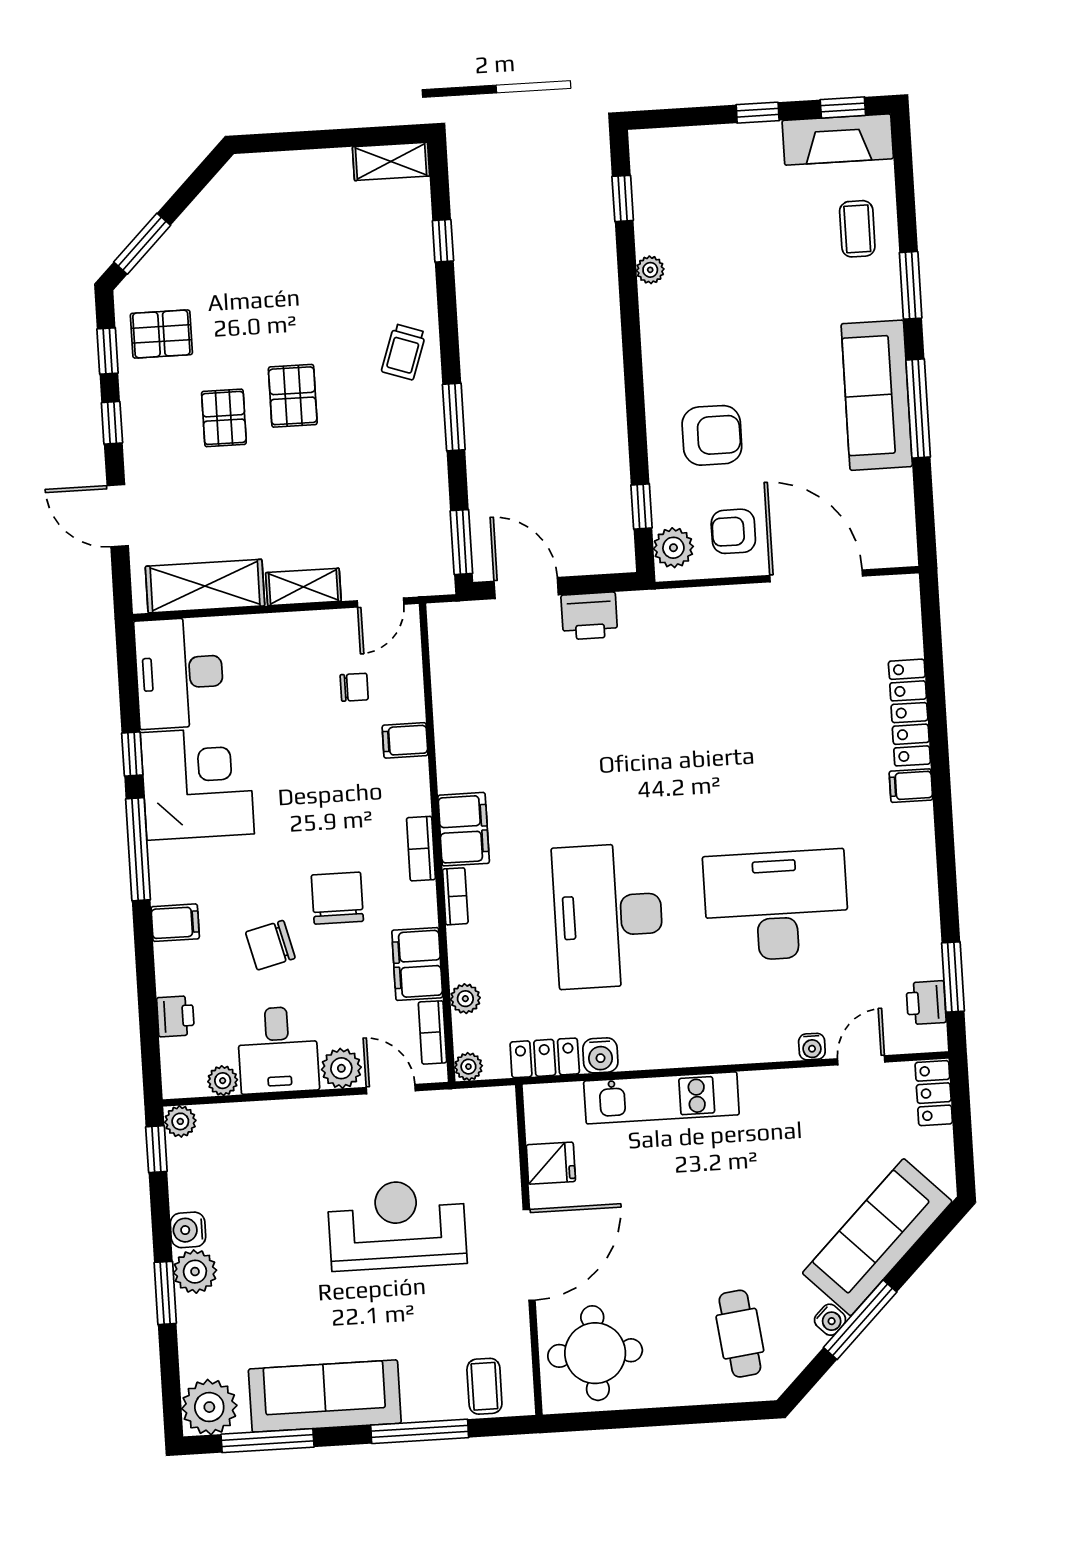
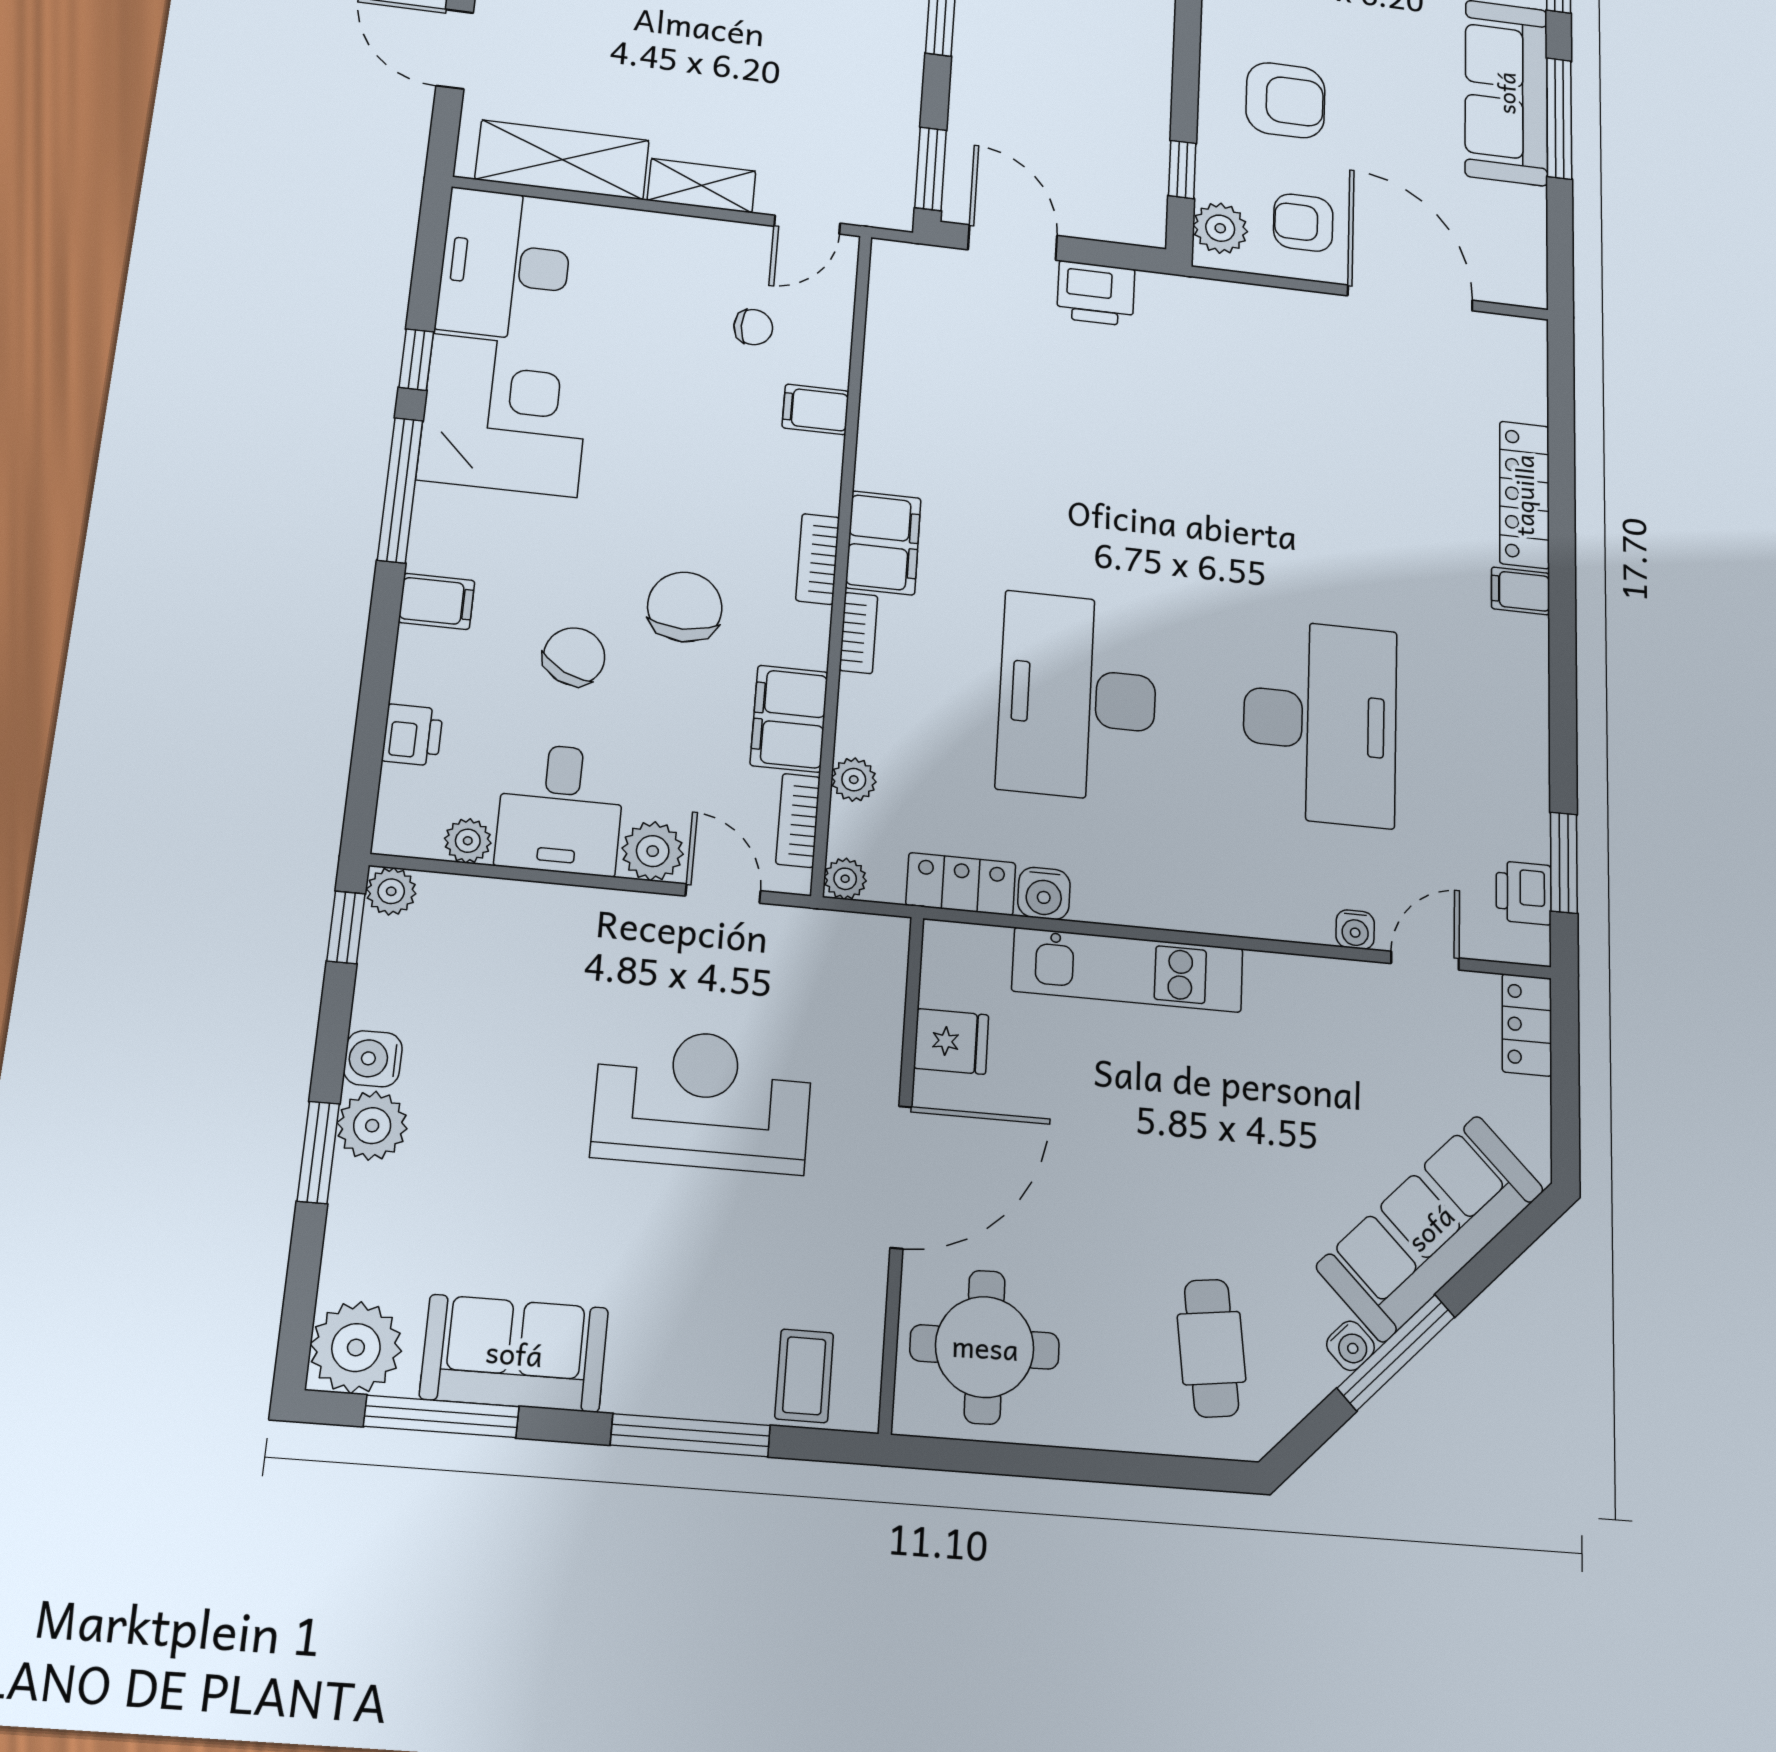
desk: (776, 906) -> (1320, 722), turned 90
chair: (270, 945) -> (574, 656), turned 131
sofa: (325, 1396) -> (514, 1353), width x0.73

